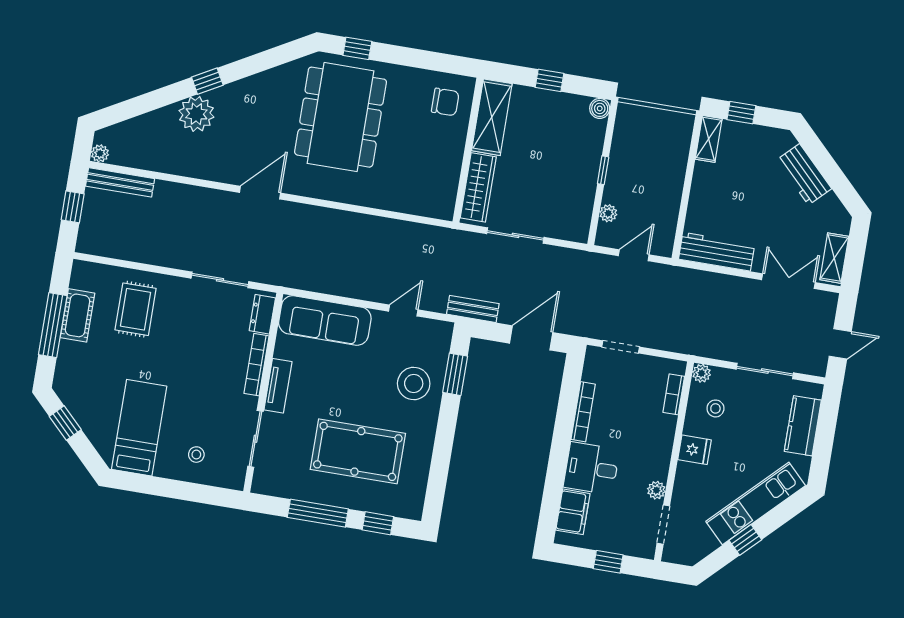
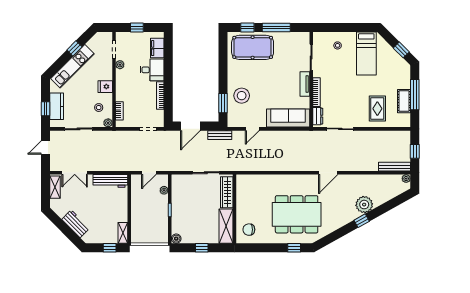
dining table: (341, 117) -> (297, 214), turned 90
window: (827, 424) -> (45, 109), added
pool table: (358, 451) -> (253, 47), moved

